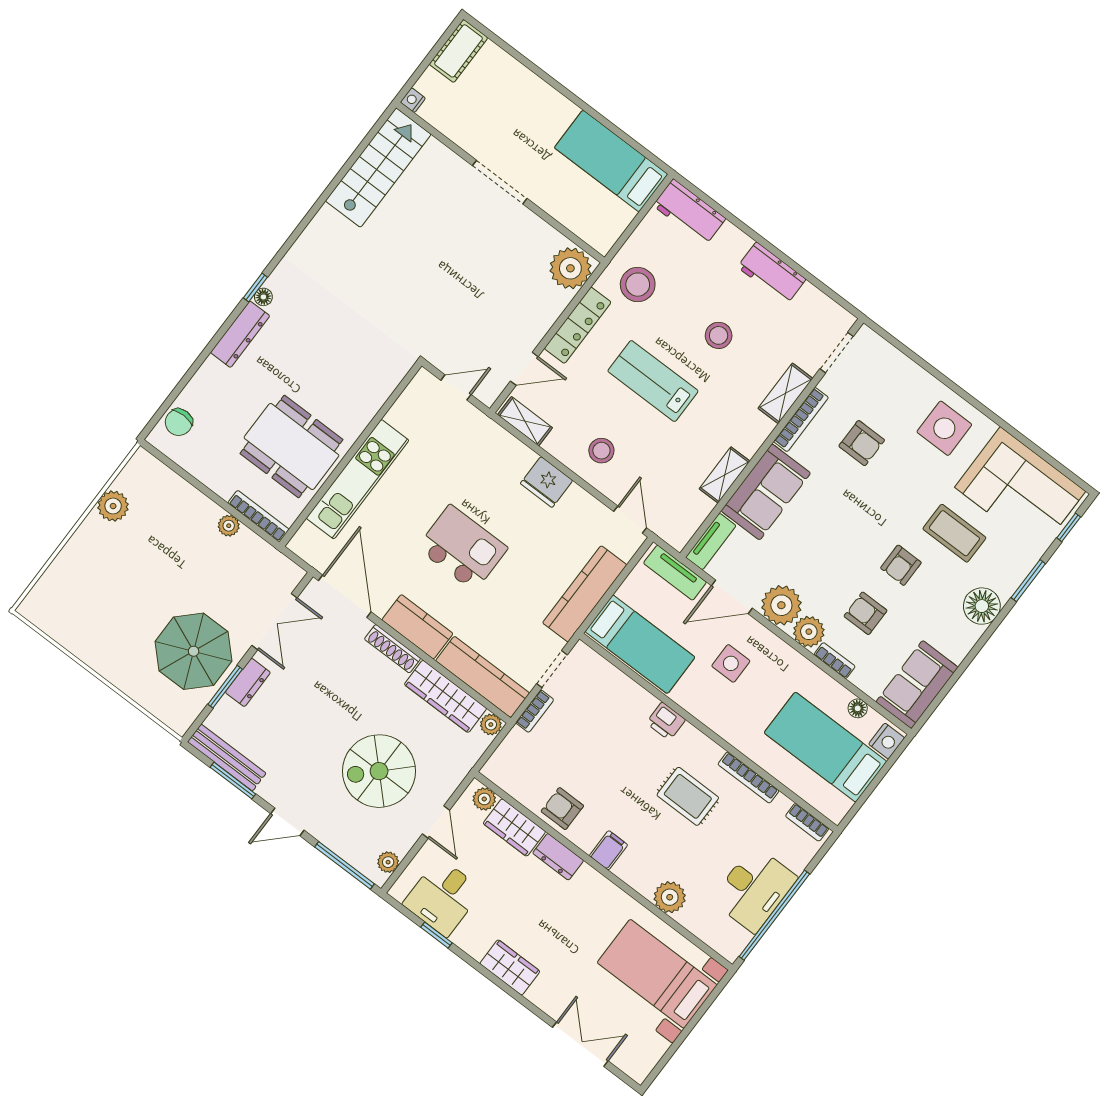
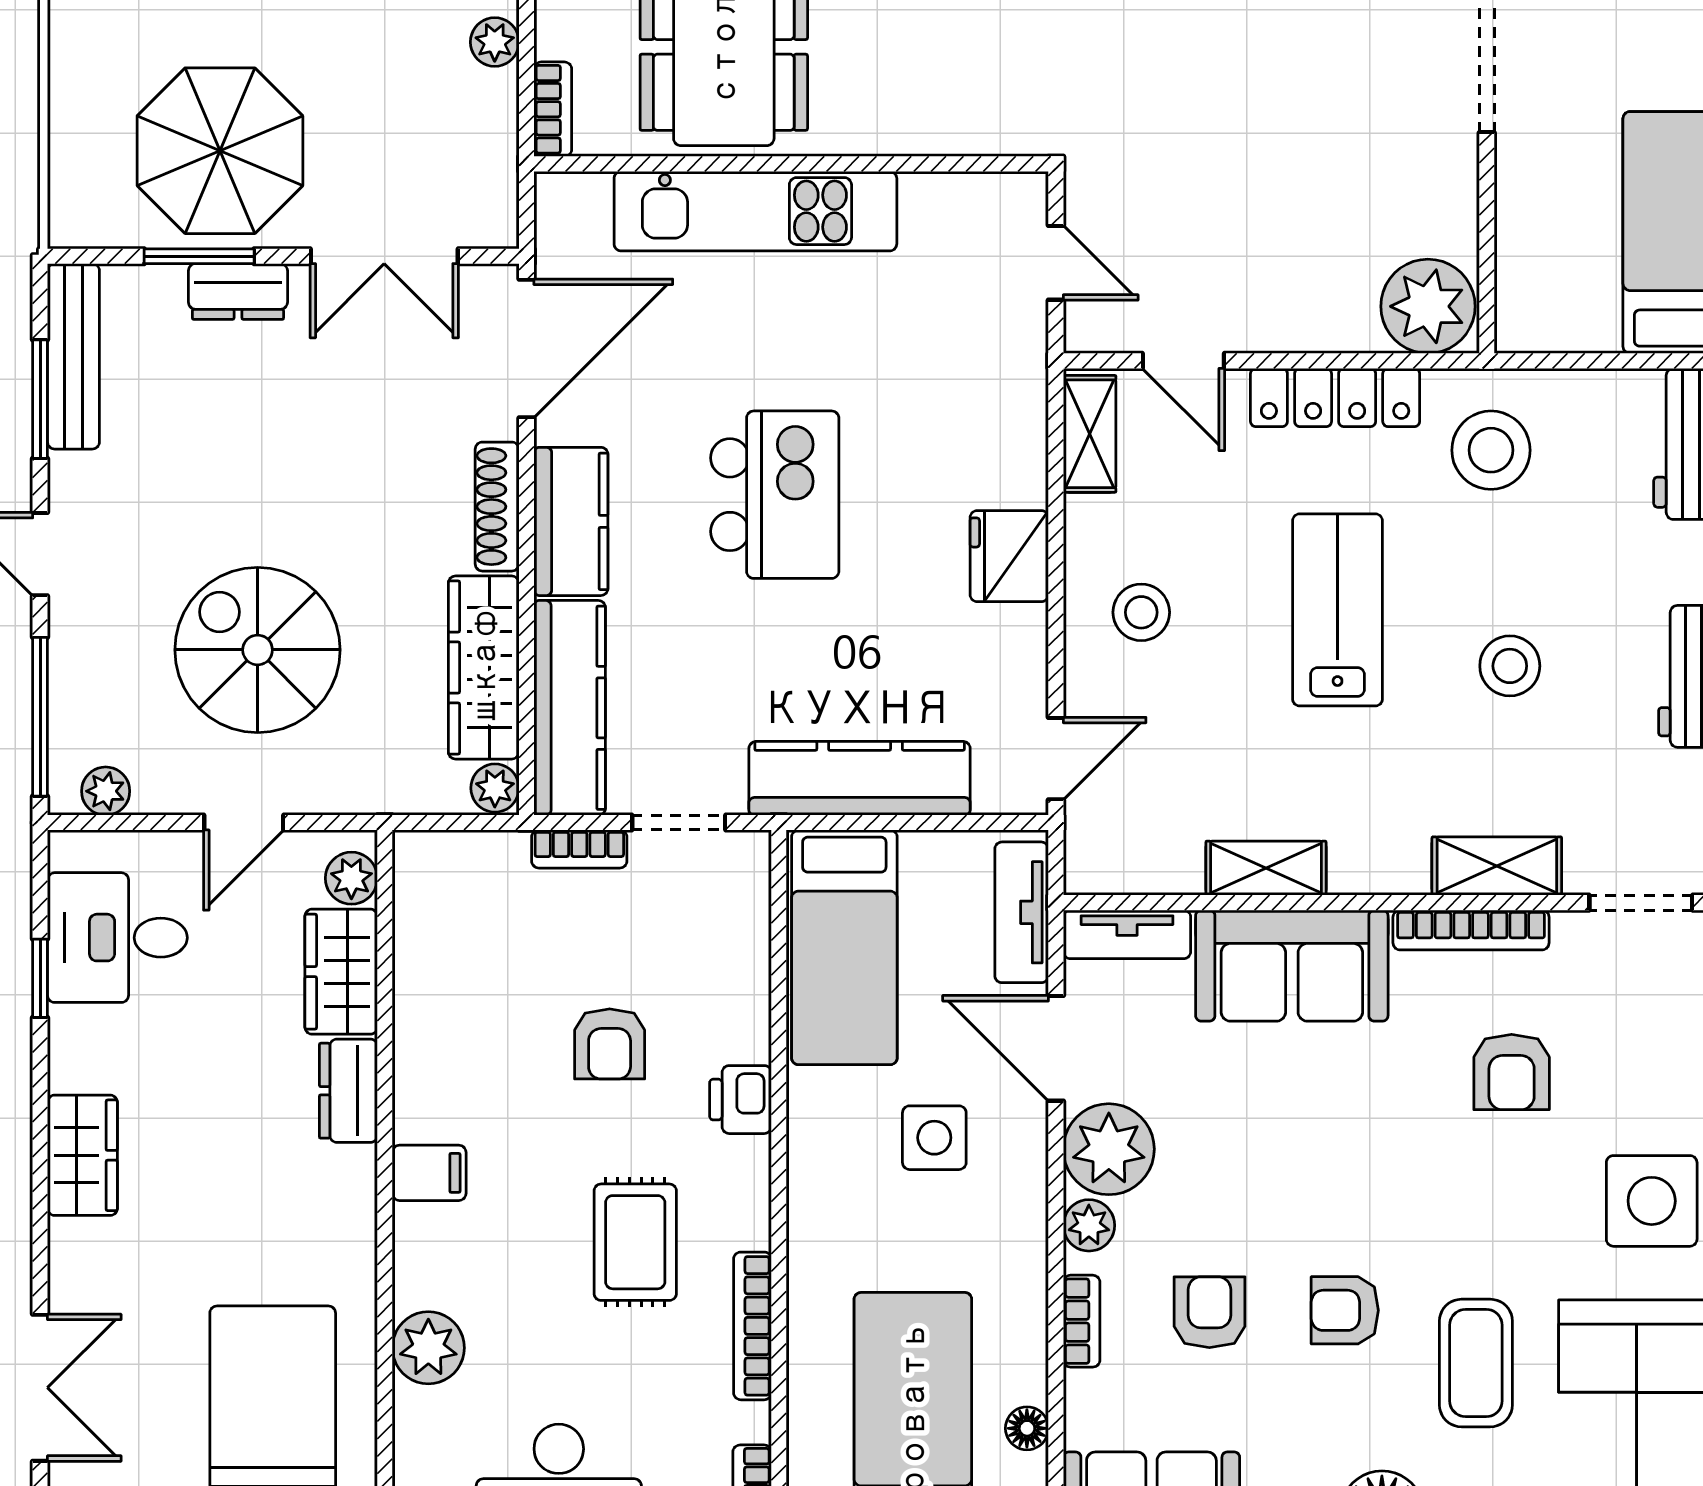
bookcase: (258, 516) -> (553, 109), width x0.64
plant: (809, 632) -> (1089, 1225), width x0.73, depth x0.73
armchair: (562, 809) -> (610, 1044), moved, turned 180

